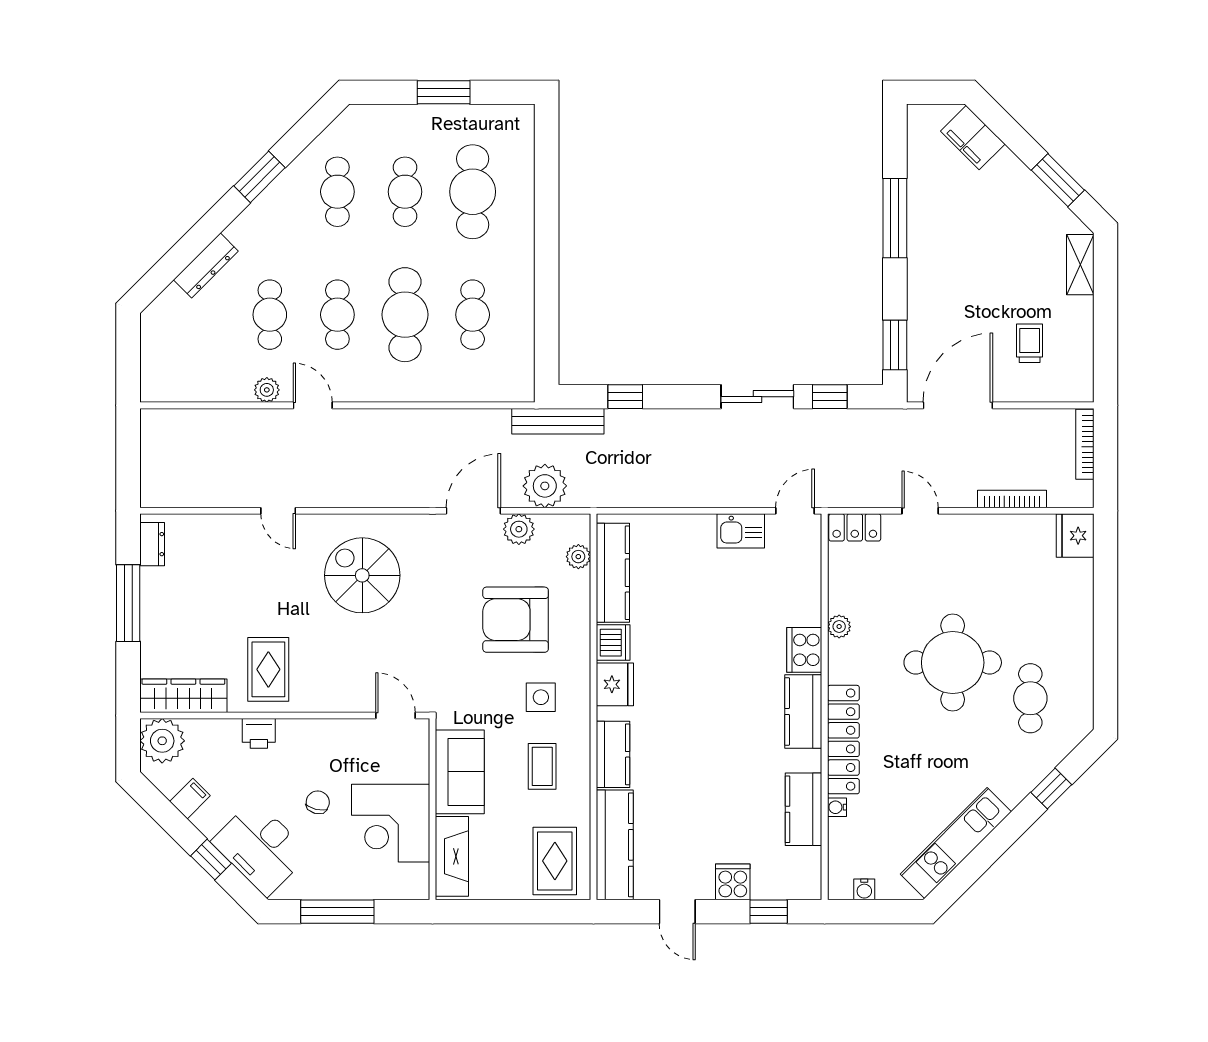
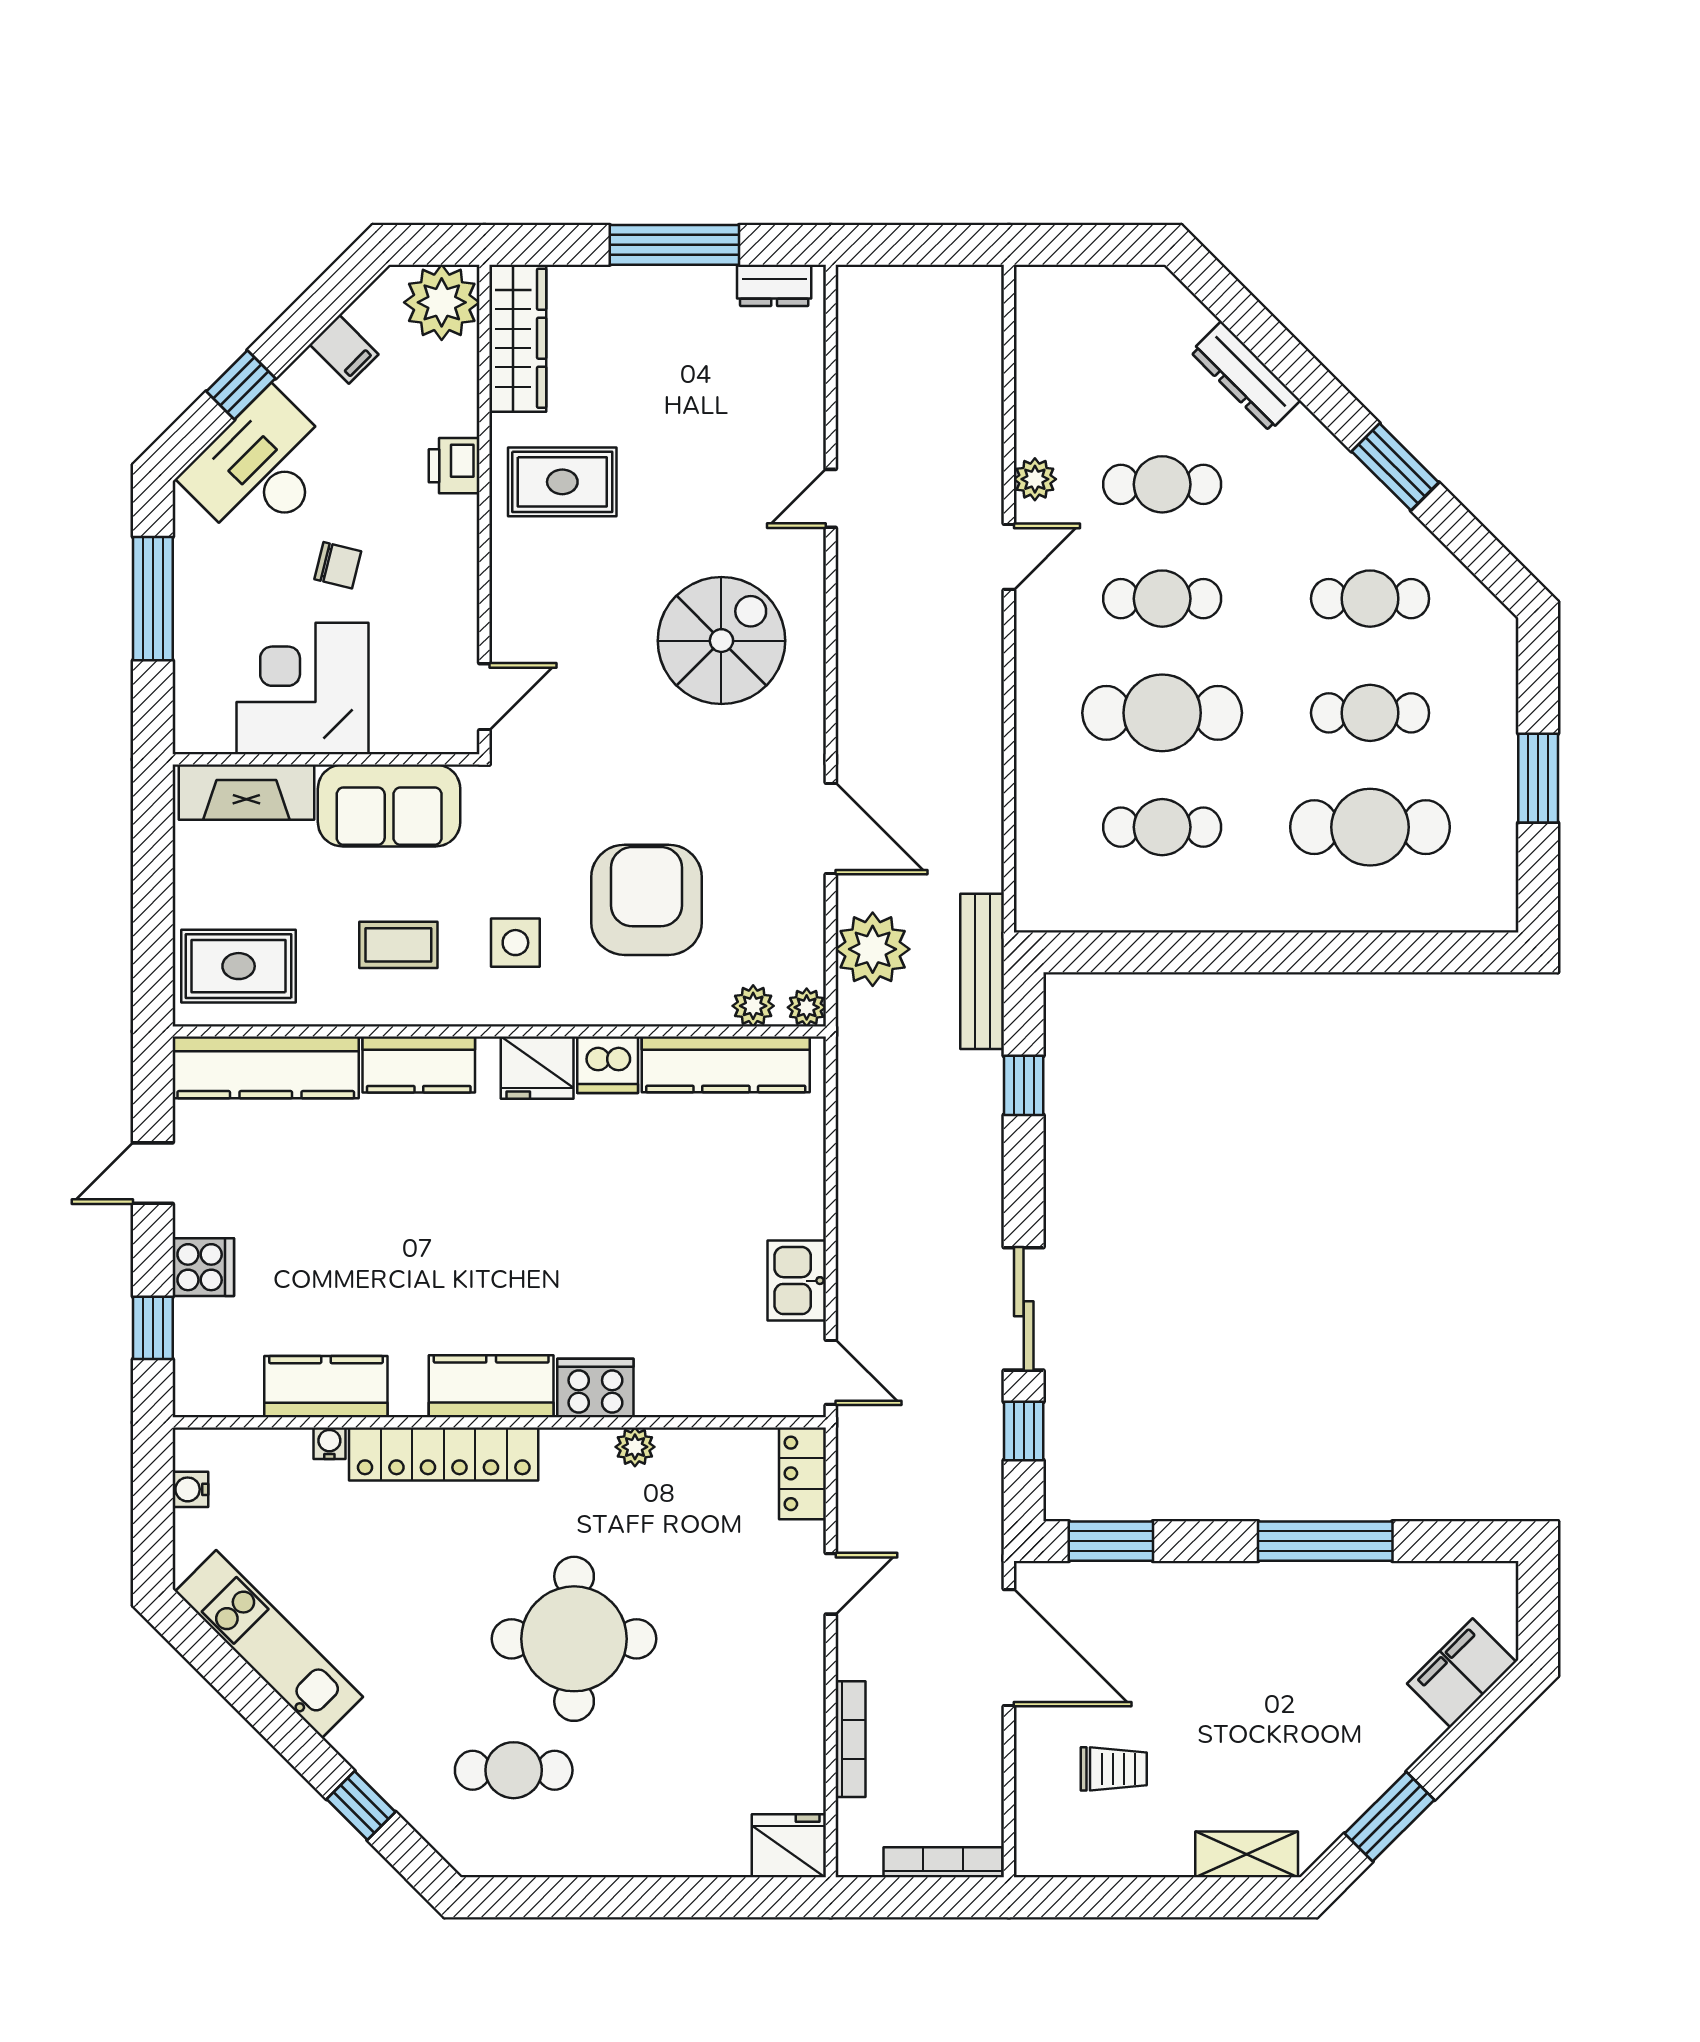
plant: (519, 529) -> (807, 1007), moved, width x0.73, depth x0.73

